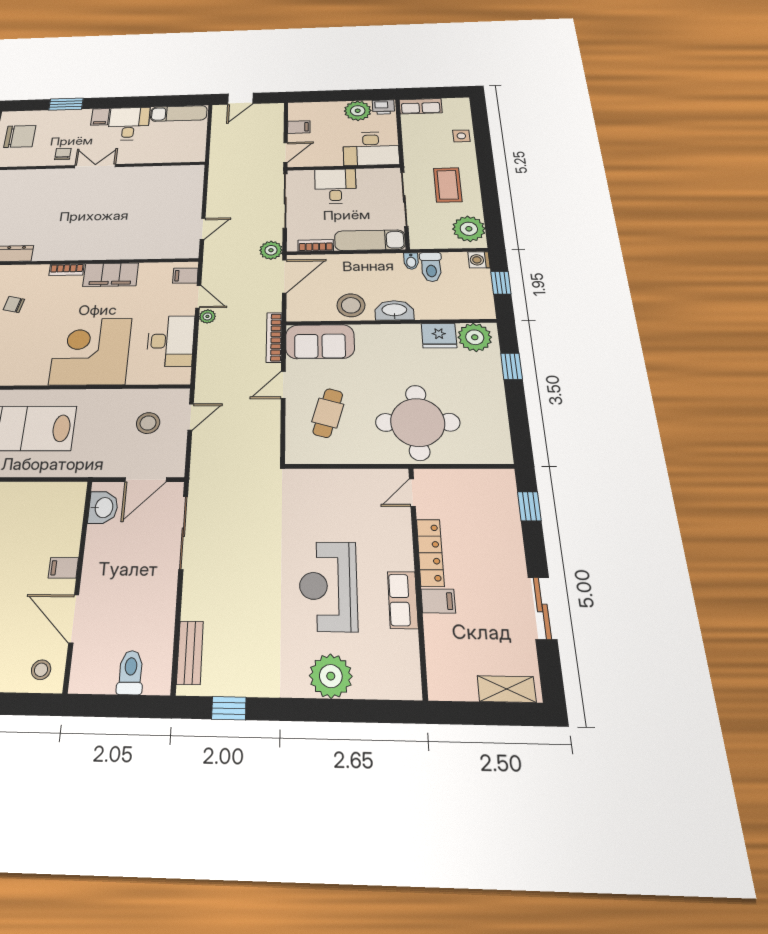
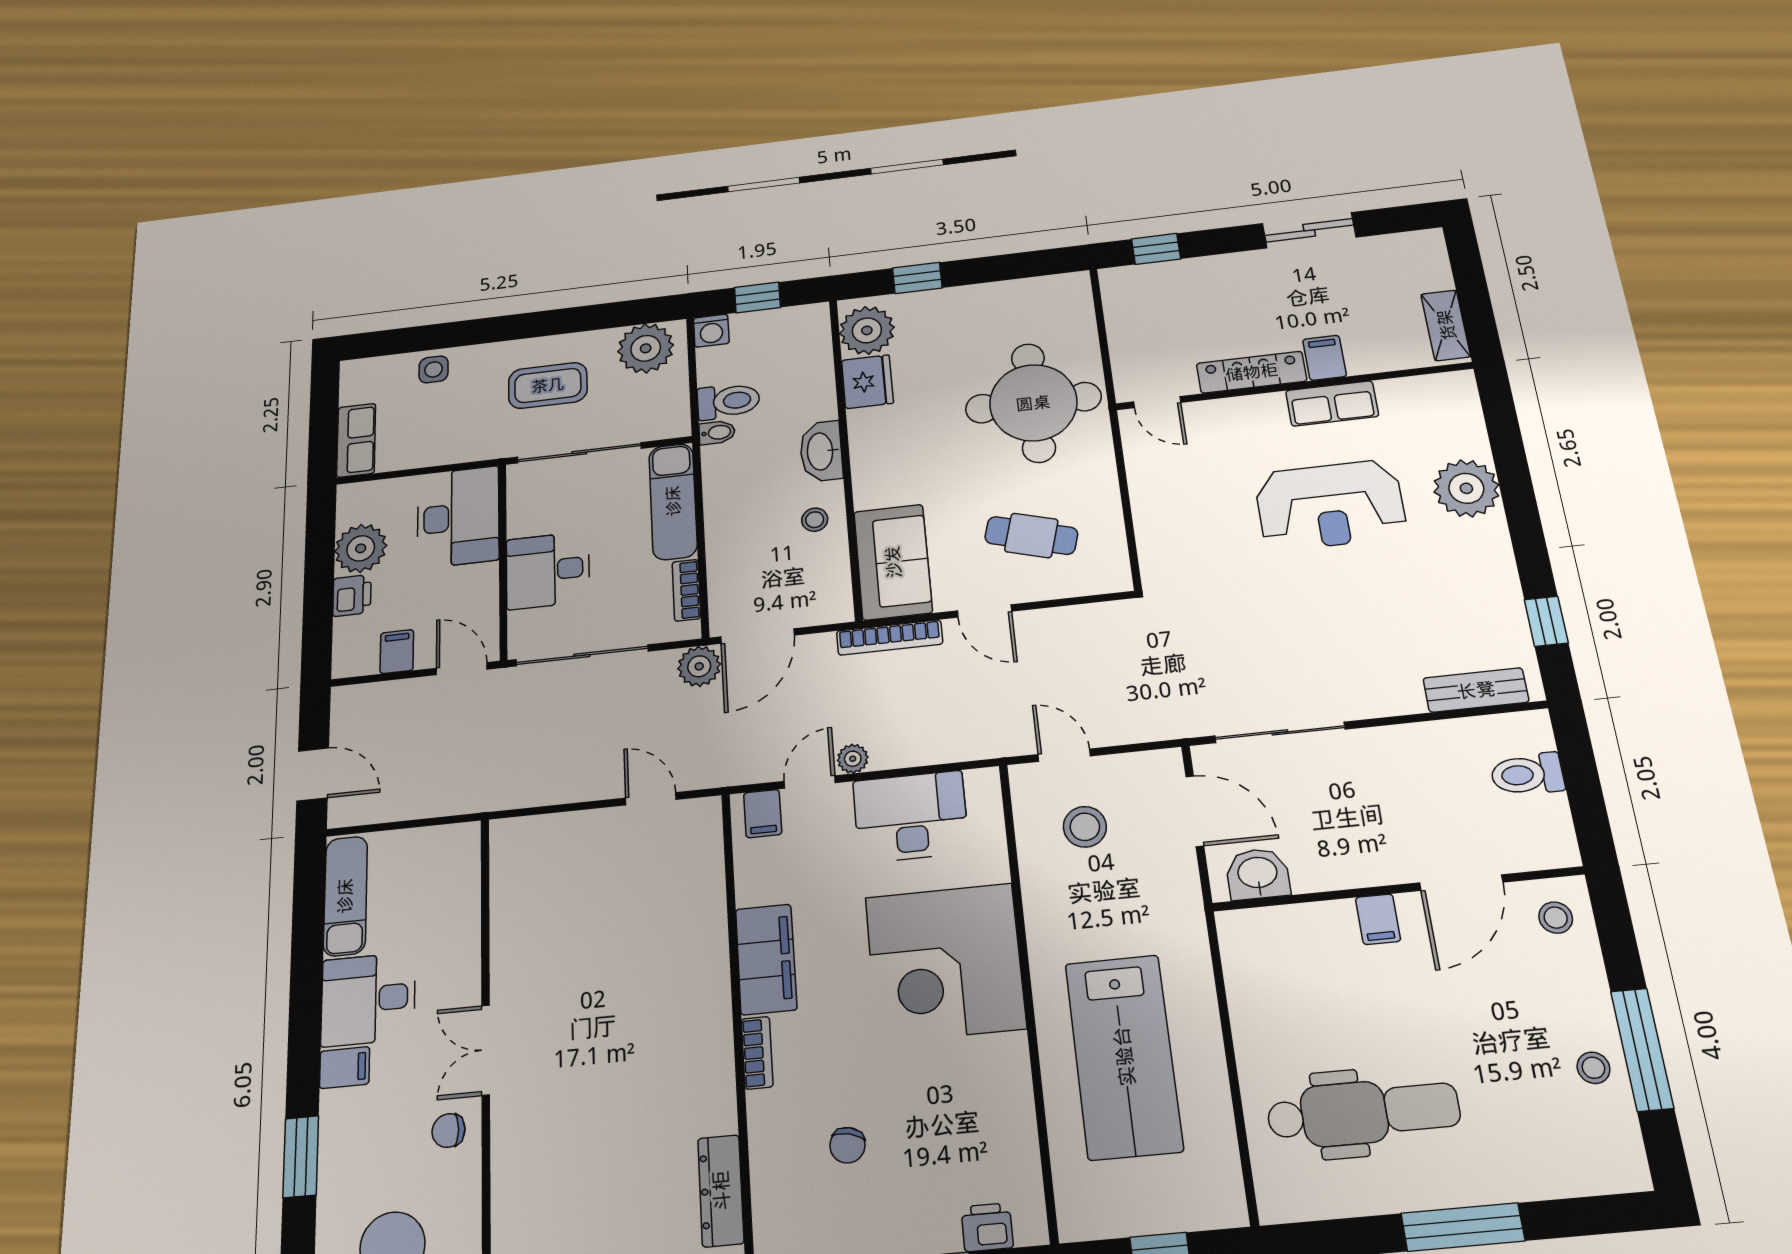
printer: (383, 107) -> (352, 595), moved
door: (284, 276) -> (757, 636), swing flipped
stool: (351, 305) -> (815, 520), width x0.53, depth x0.53
shelving: (507, 689) -> (1446, 325), moved

